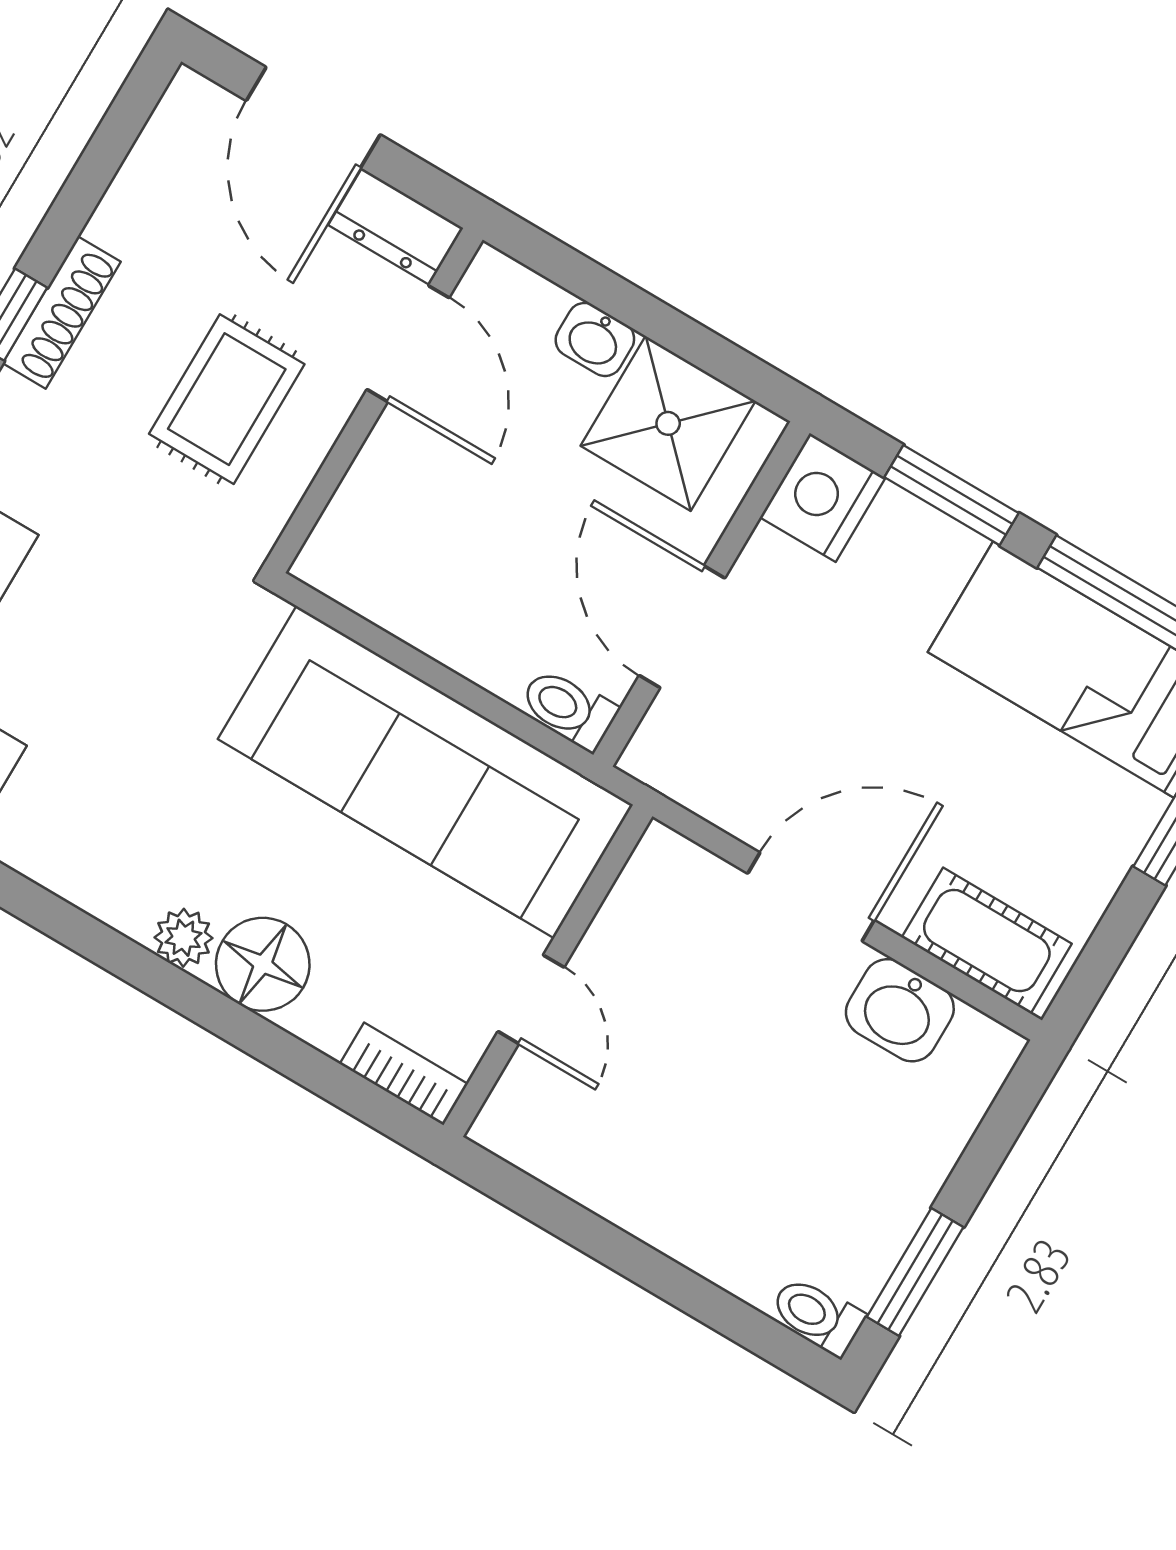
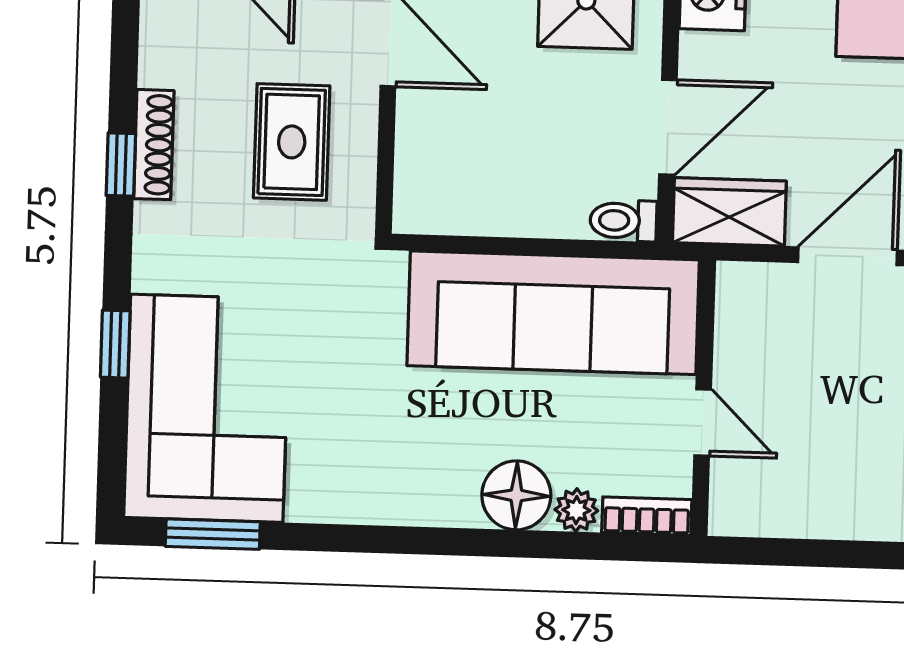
door: (682, 627) -> (668, 127), swing flipped
wardrobe: (700, 767) -> (729, 212), added
plant: (183, 938) -> (576, 510), moved

